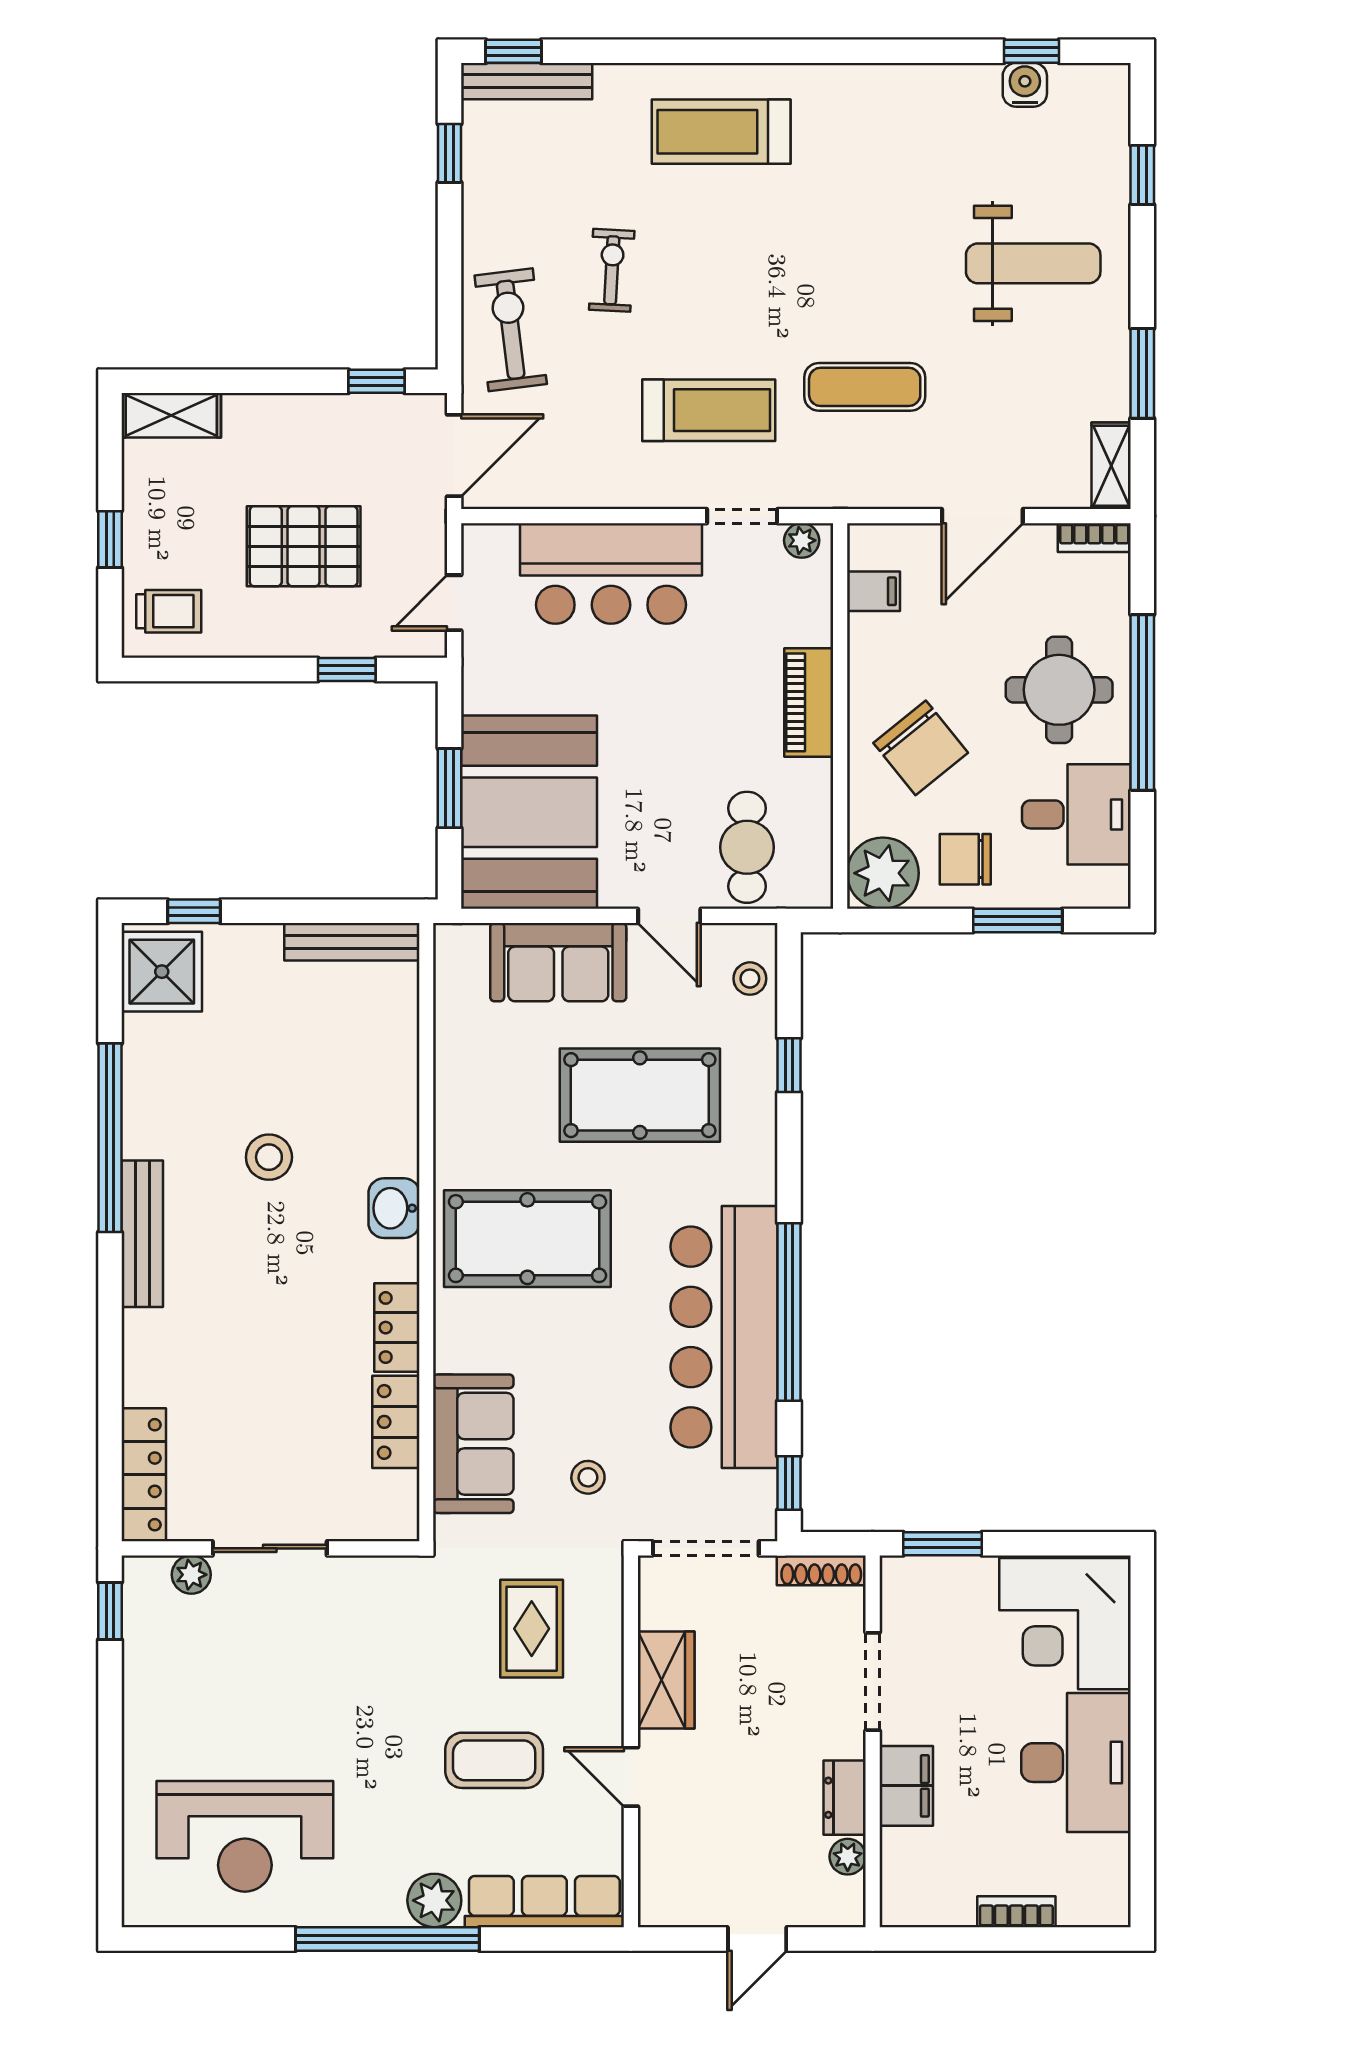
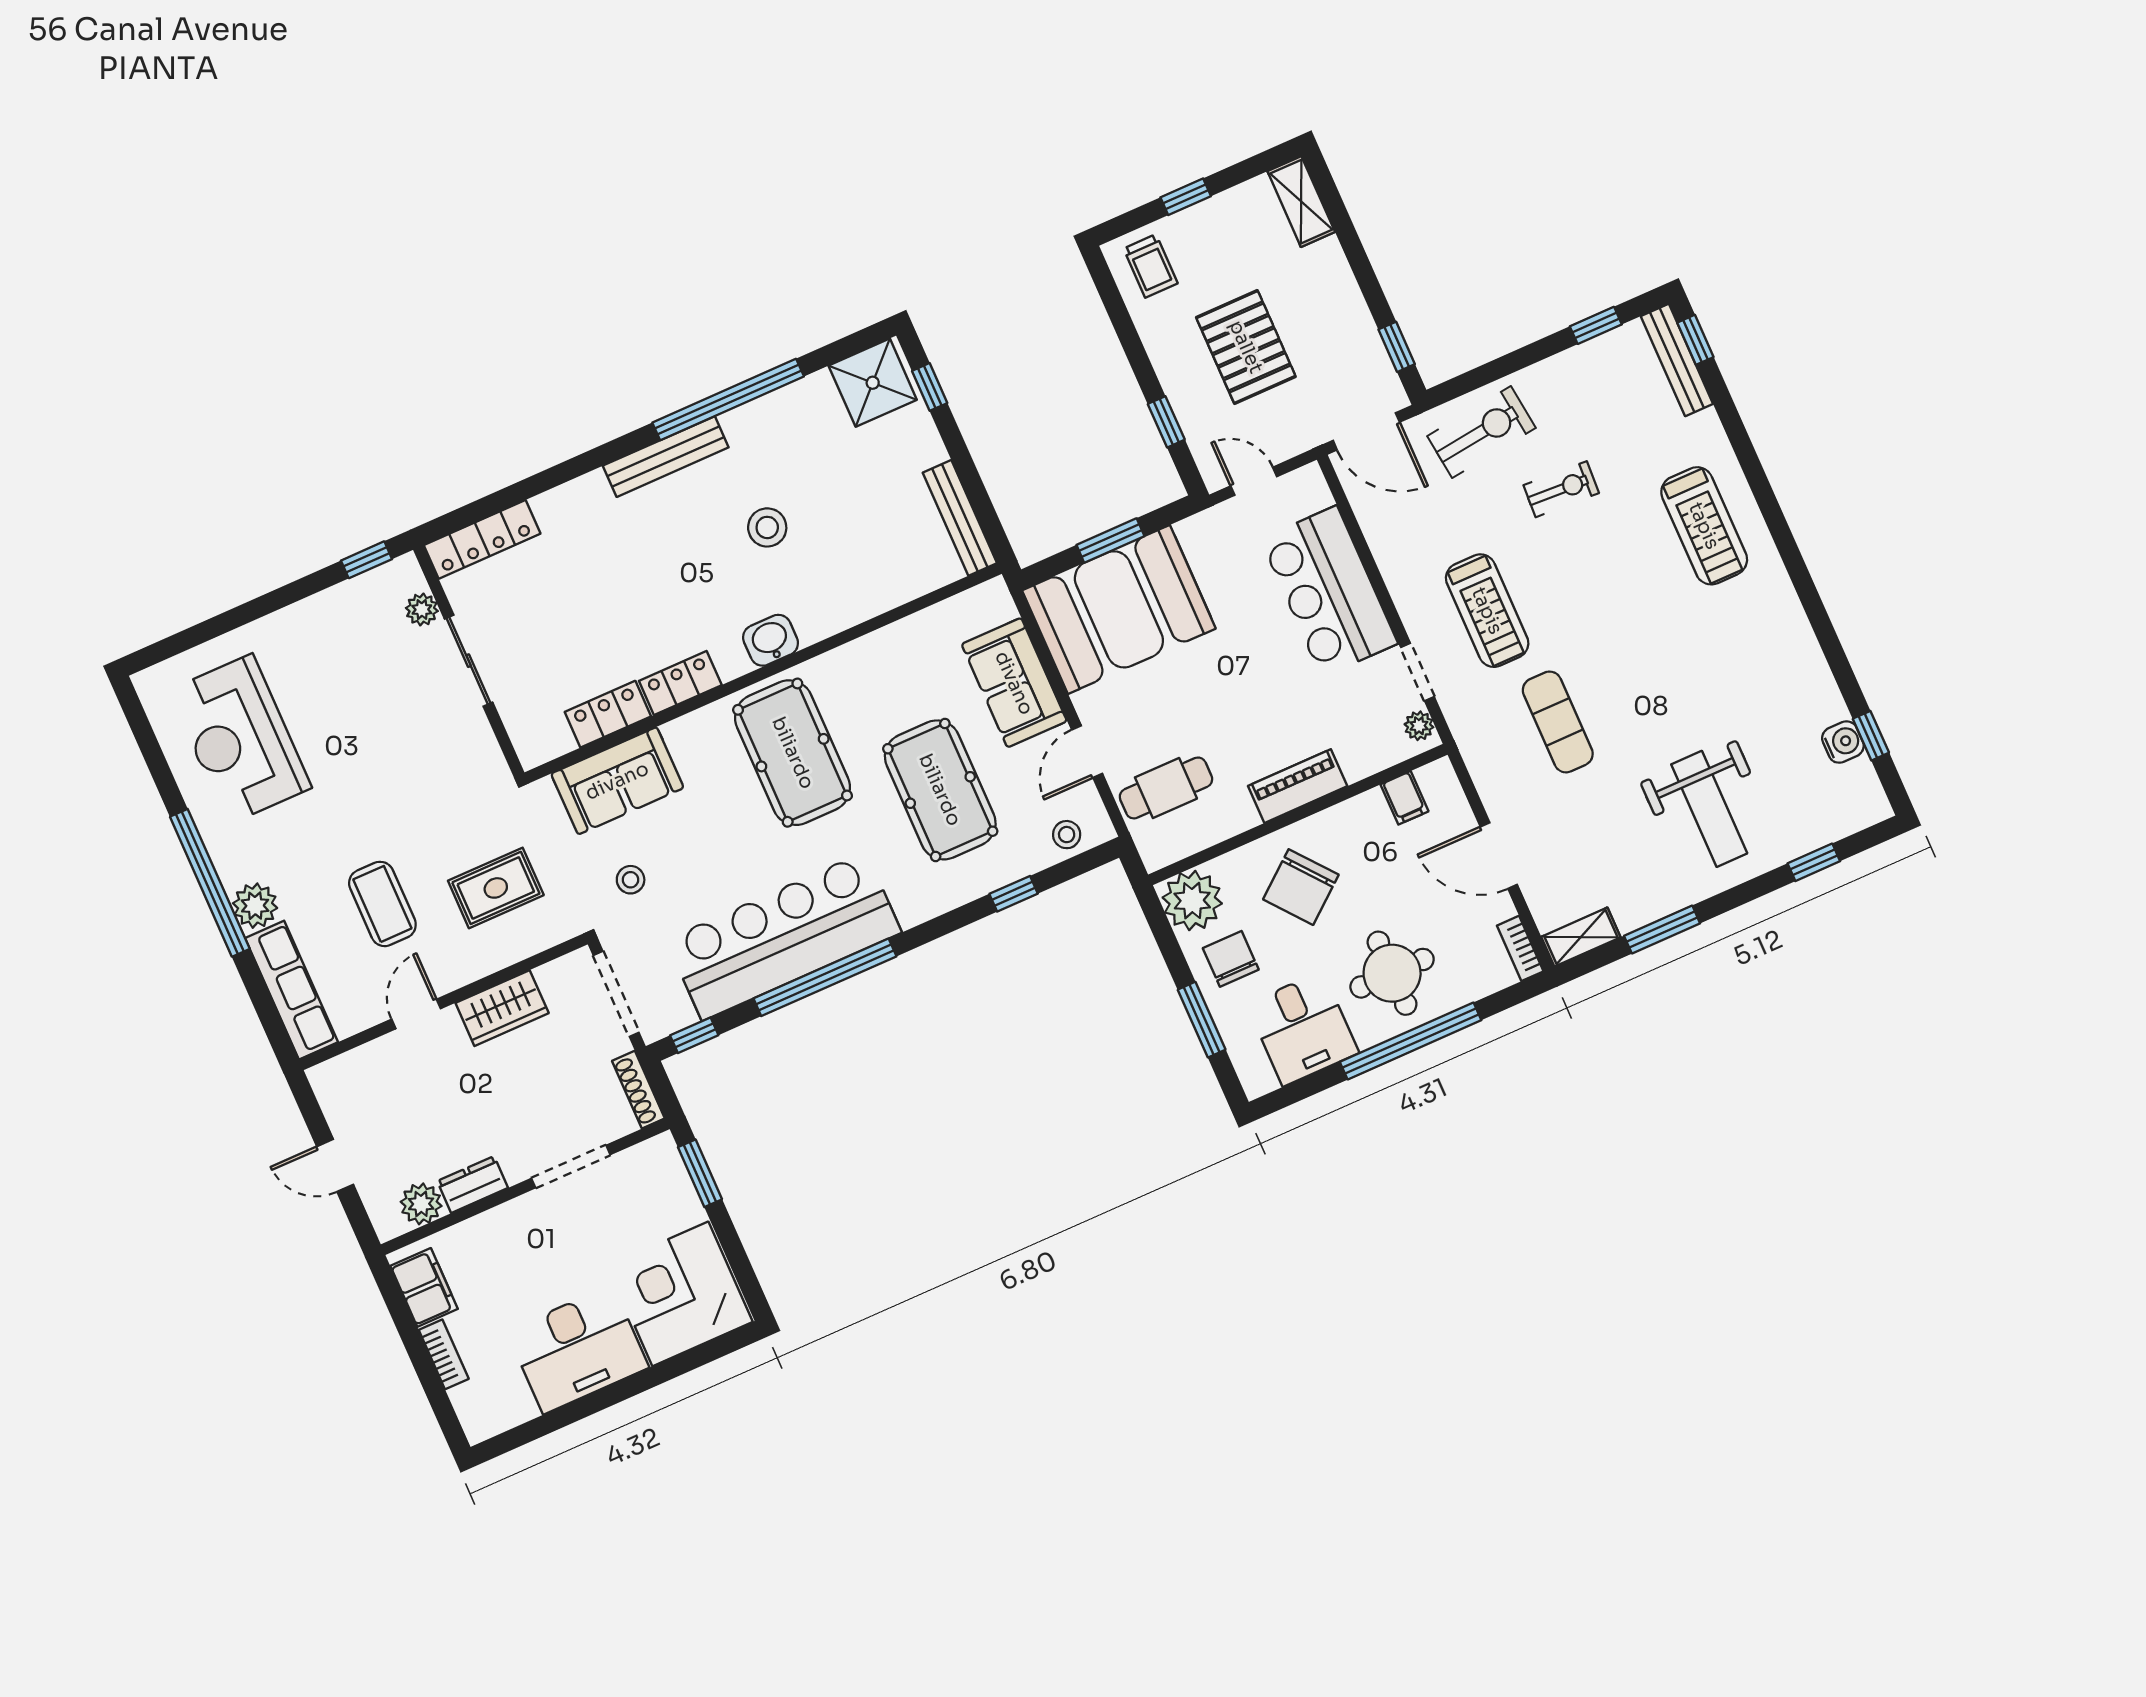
treadmill: (721, 132) -> (1704, 526), turned 180
filing cabinet: (906, 1786) -> (424, 1287), moved, turned -90
plant: (848, 1857) -> (421, 1204), width x1.38, depth x1.38

